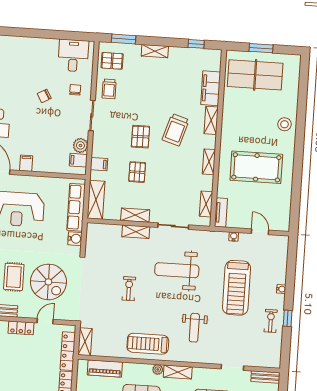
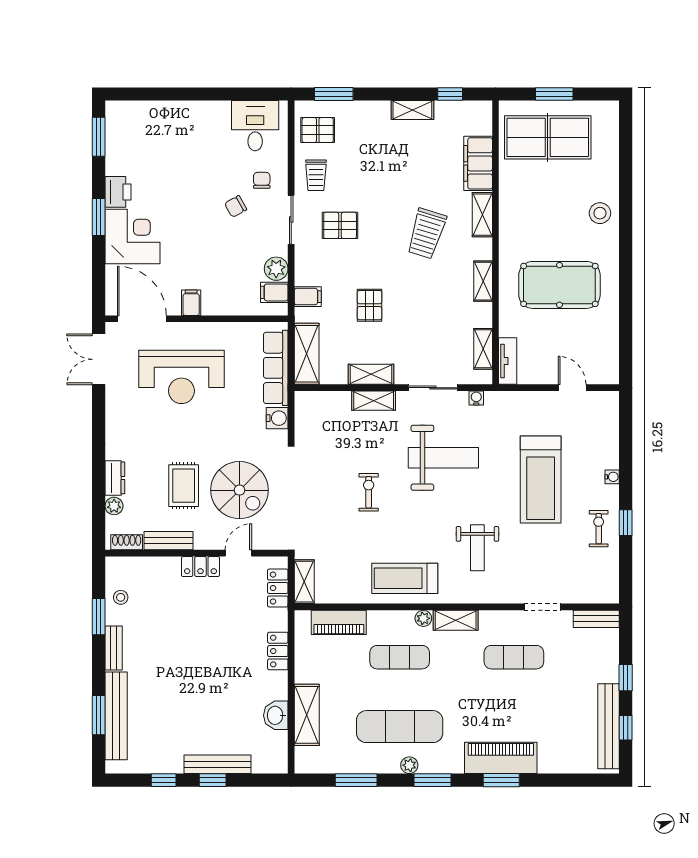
shelving: (155, 51) -> (412, 110), moved
chair: (44, 96) -> (236, 206), moved
pallet: (140, 137) -> (340, 225), moved, turned 90
water cooler: (234, 237) -> (476, 398), moved
weight bench: (177, 270) -> (443, 458), turned 180
locker: (68, 351) -> (278, 588), width x0.66

